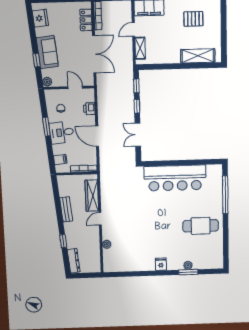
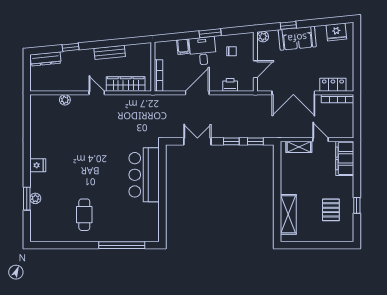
filing cabinet: (60, 160) -> (183, 47), moved
bar counter: (175, 178) -> (144, 175), width x0.73
cafe table: (201, 226) -> (84, 215), width x0.73, depth x0.74

